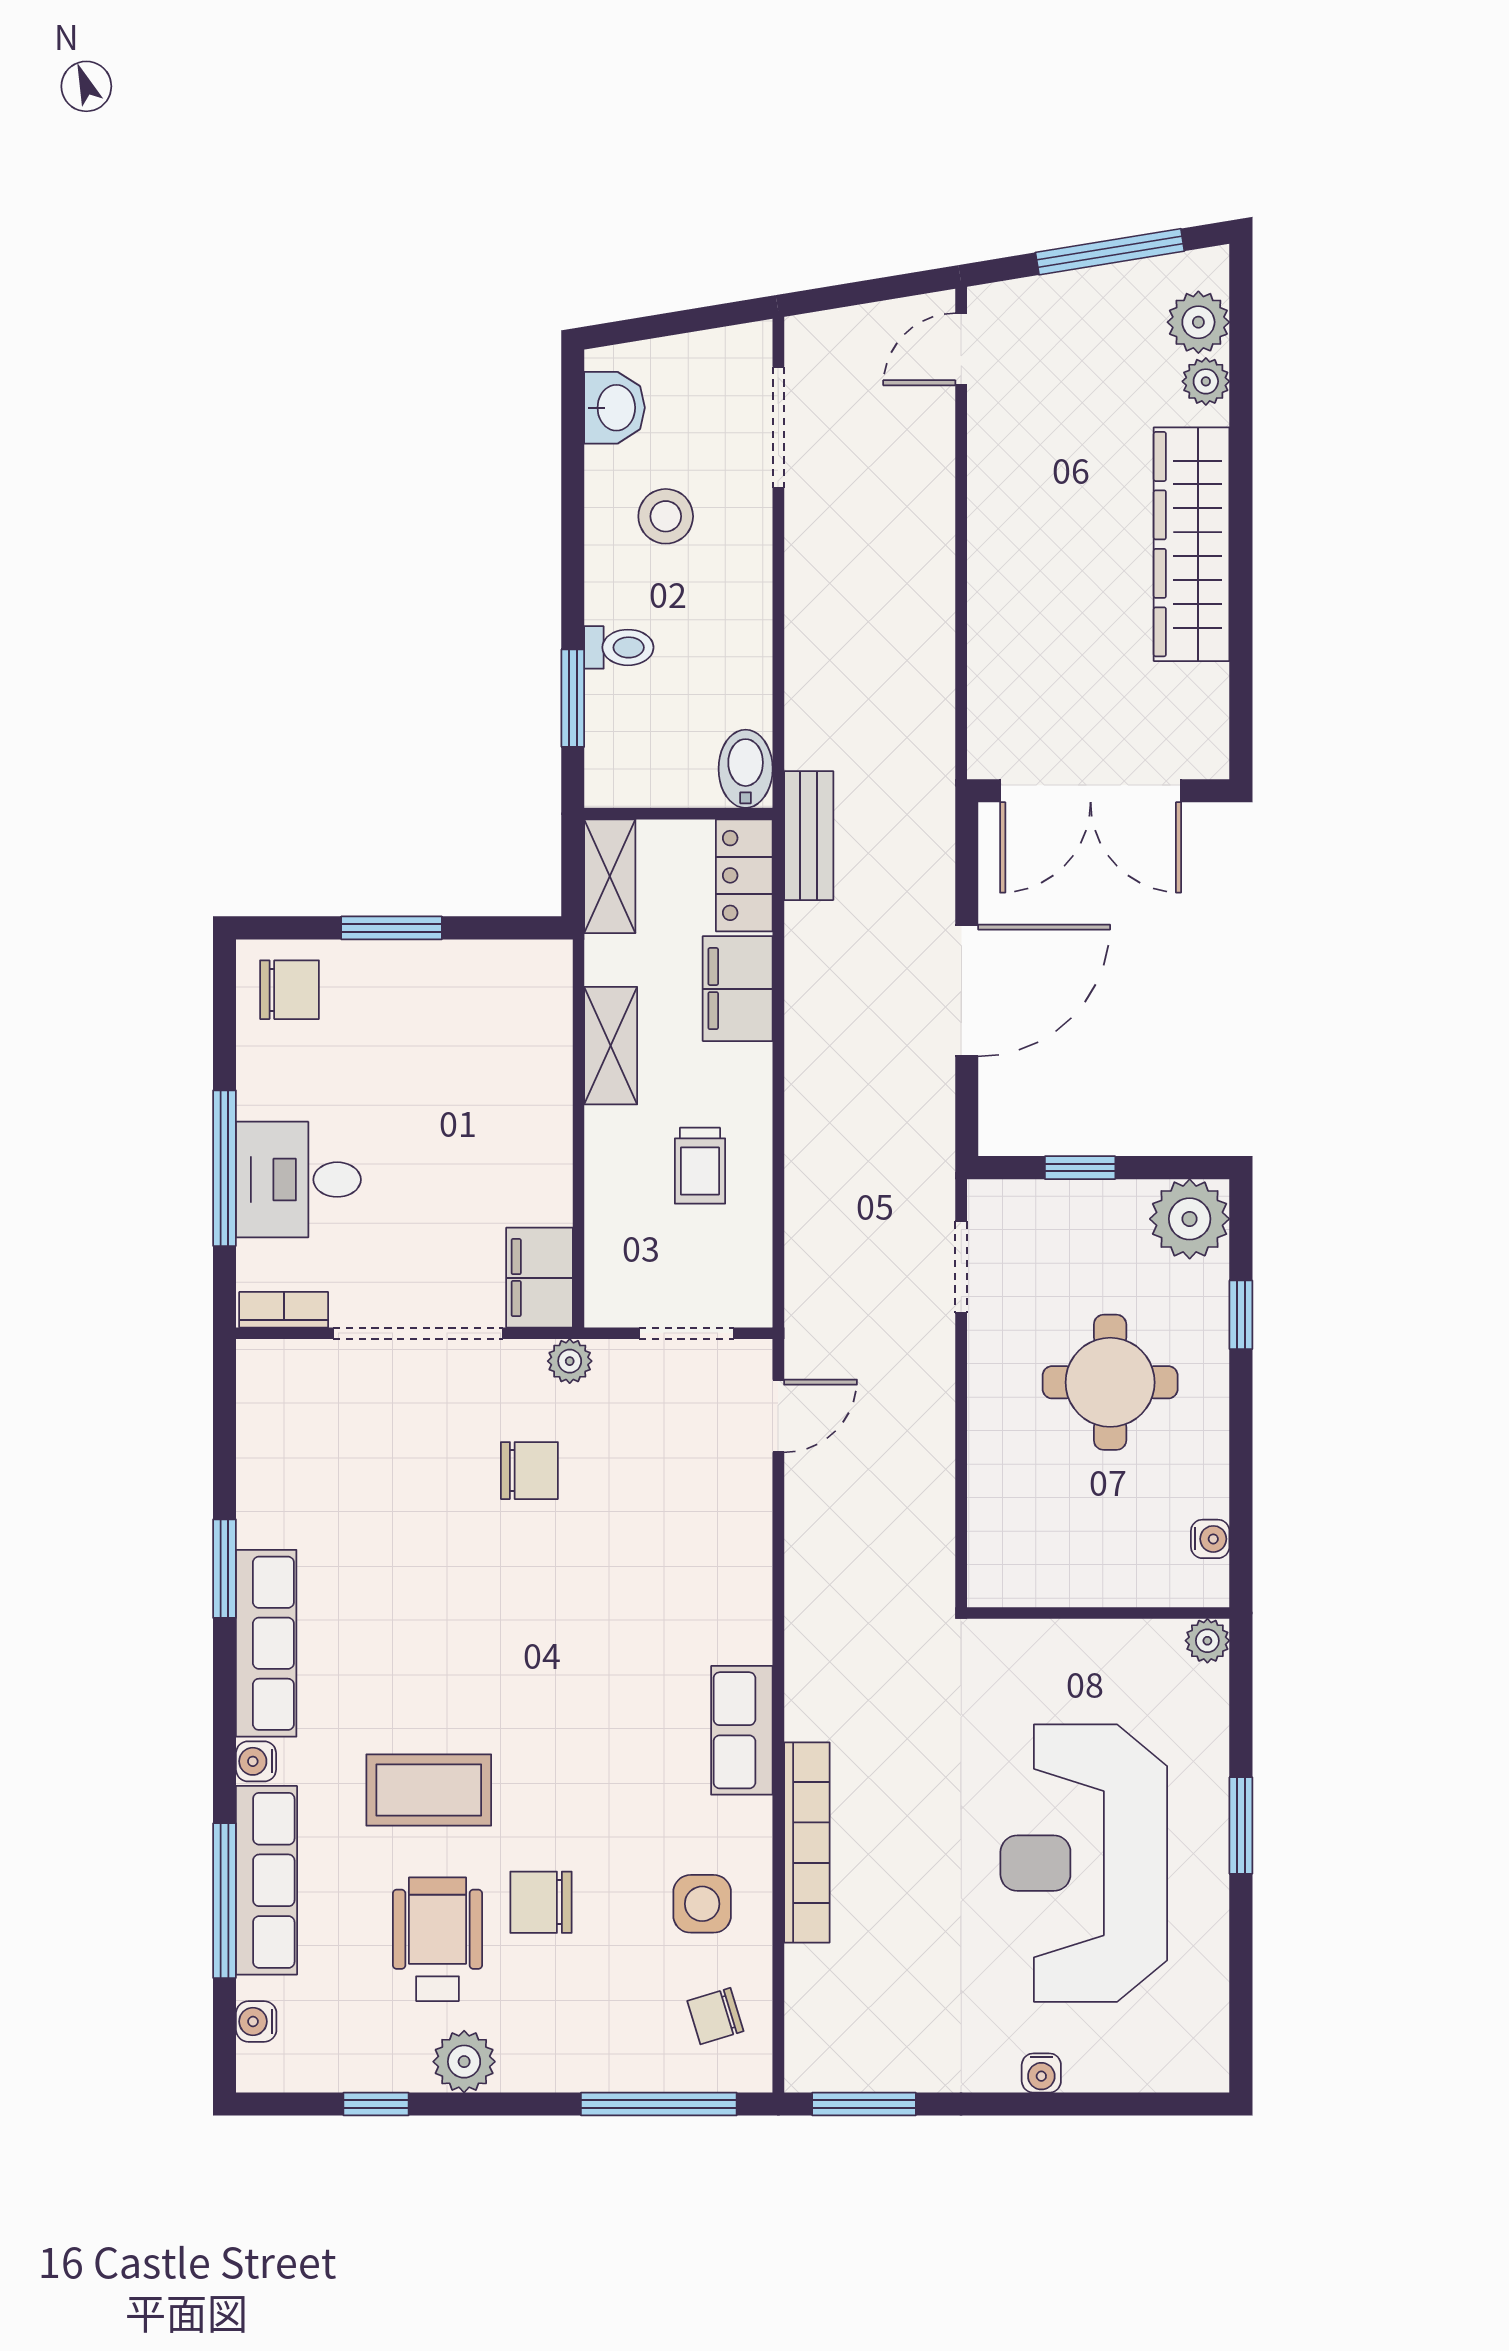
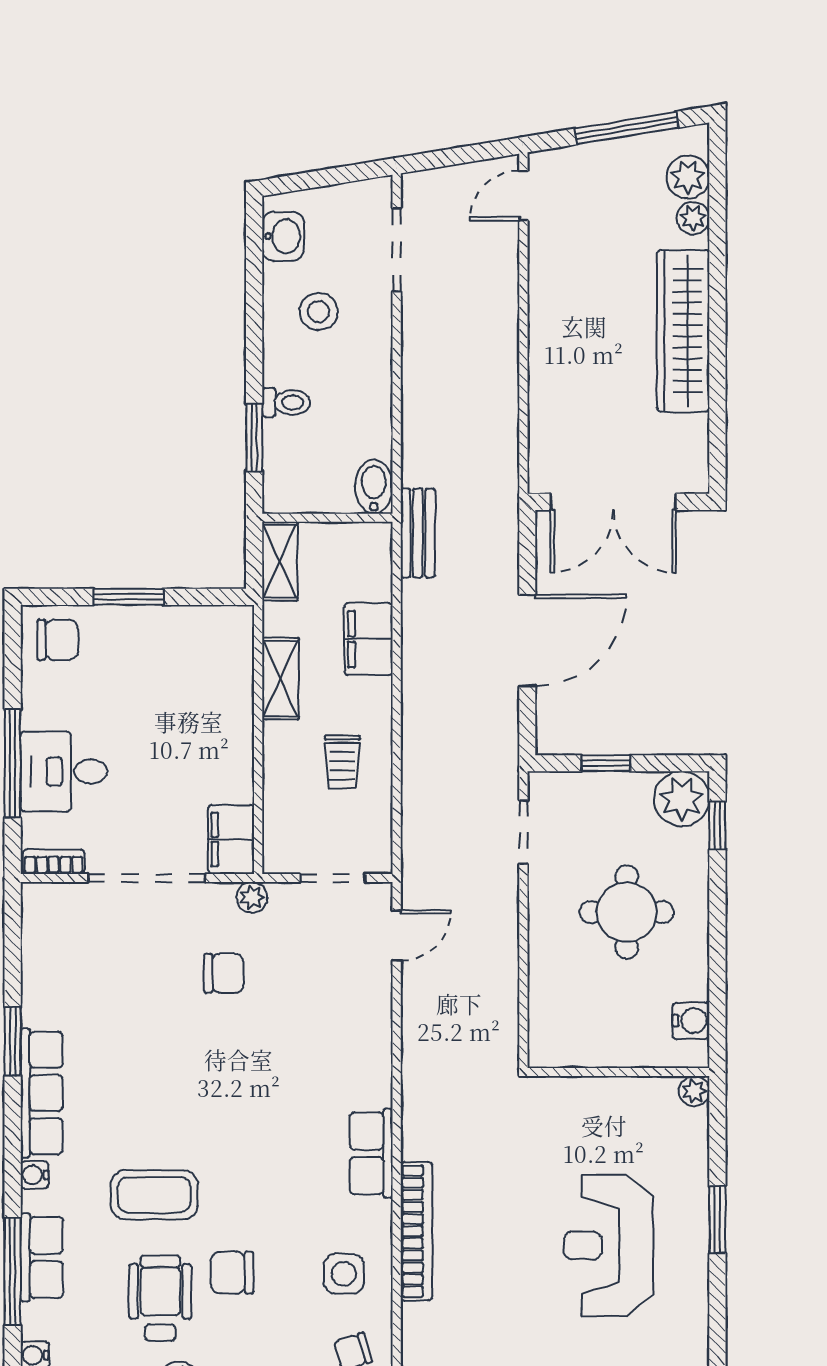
locker: (744, 875) -> (373, 561), removed
window: (1241, 1315) -> (717, 825), moved
water cooler: (1210, 1539) -> (691, 1021), width x1.38, depth x1.38
reception desk: (1084, 1863) -> (608, 1246), width x0.74, depth x0.77
row of seats: (266, 1880) -> (42, 1257), width x0.68

